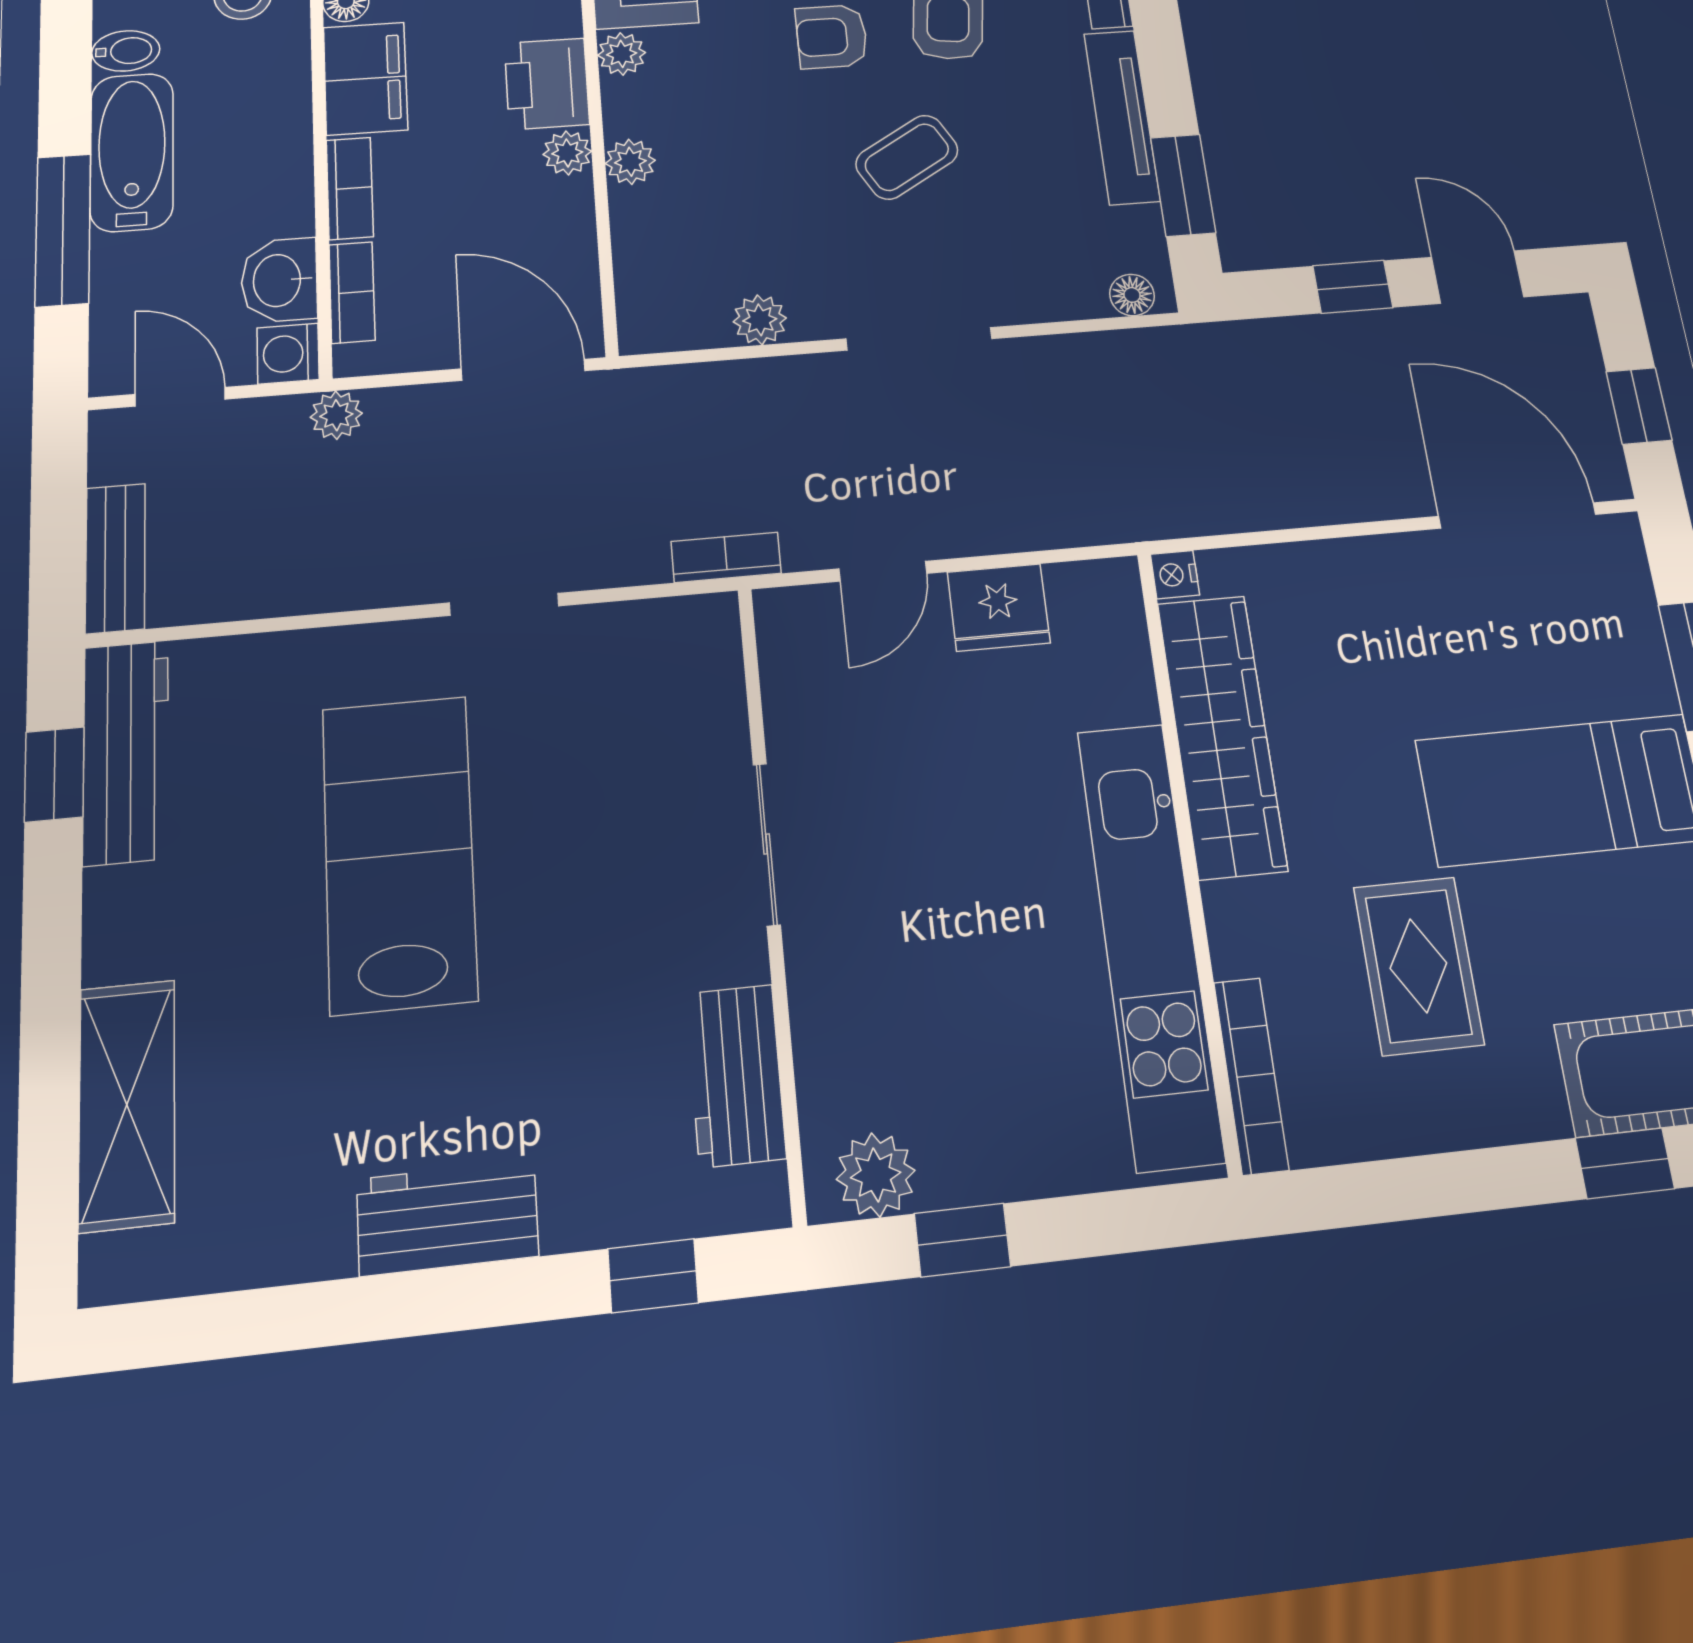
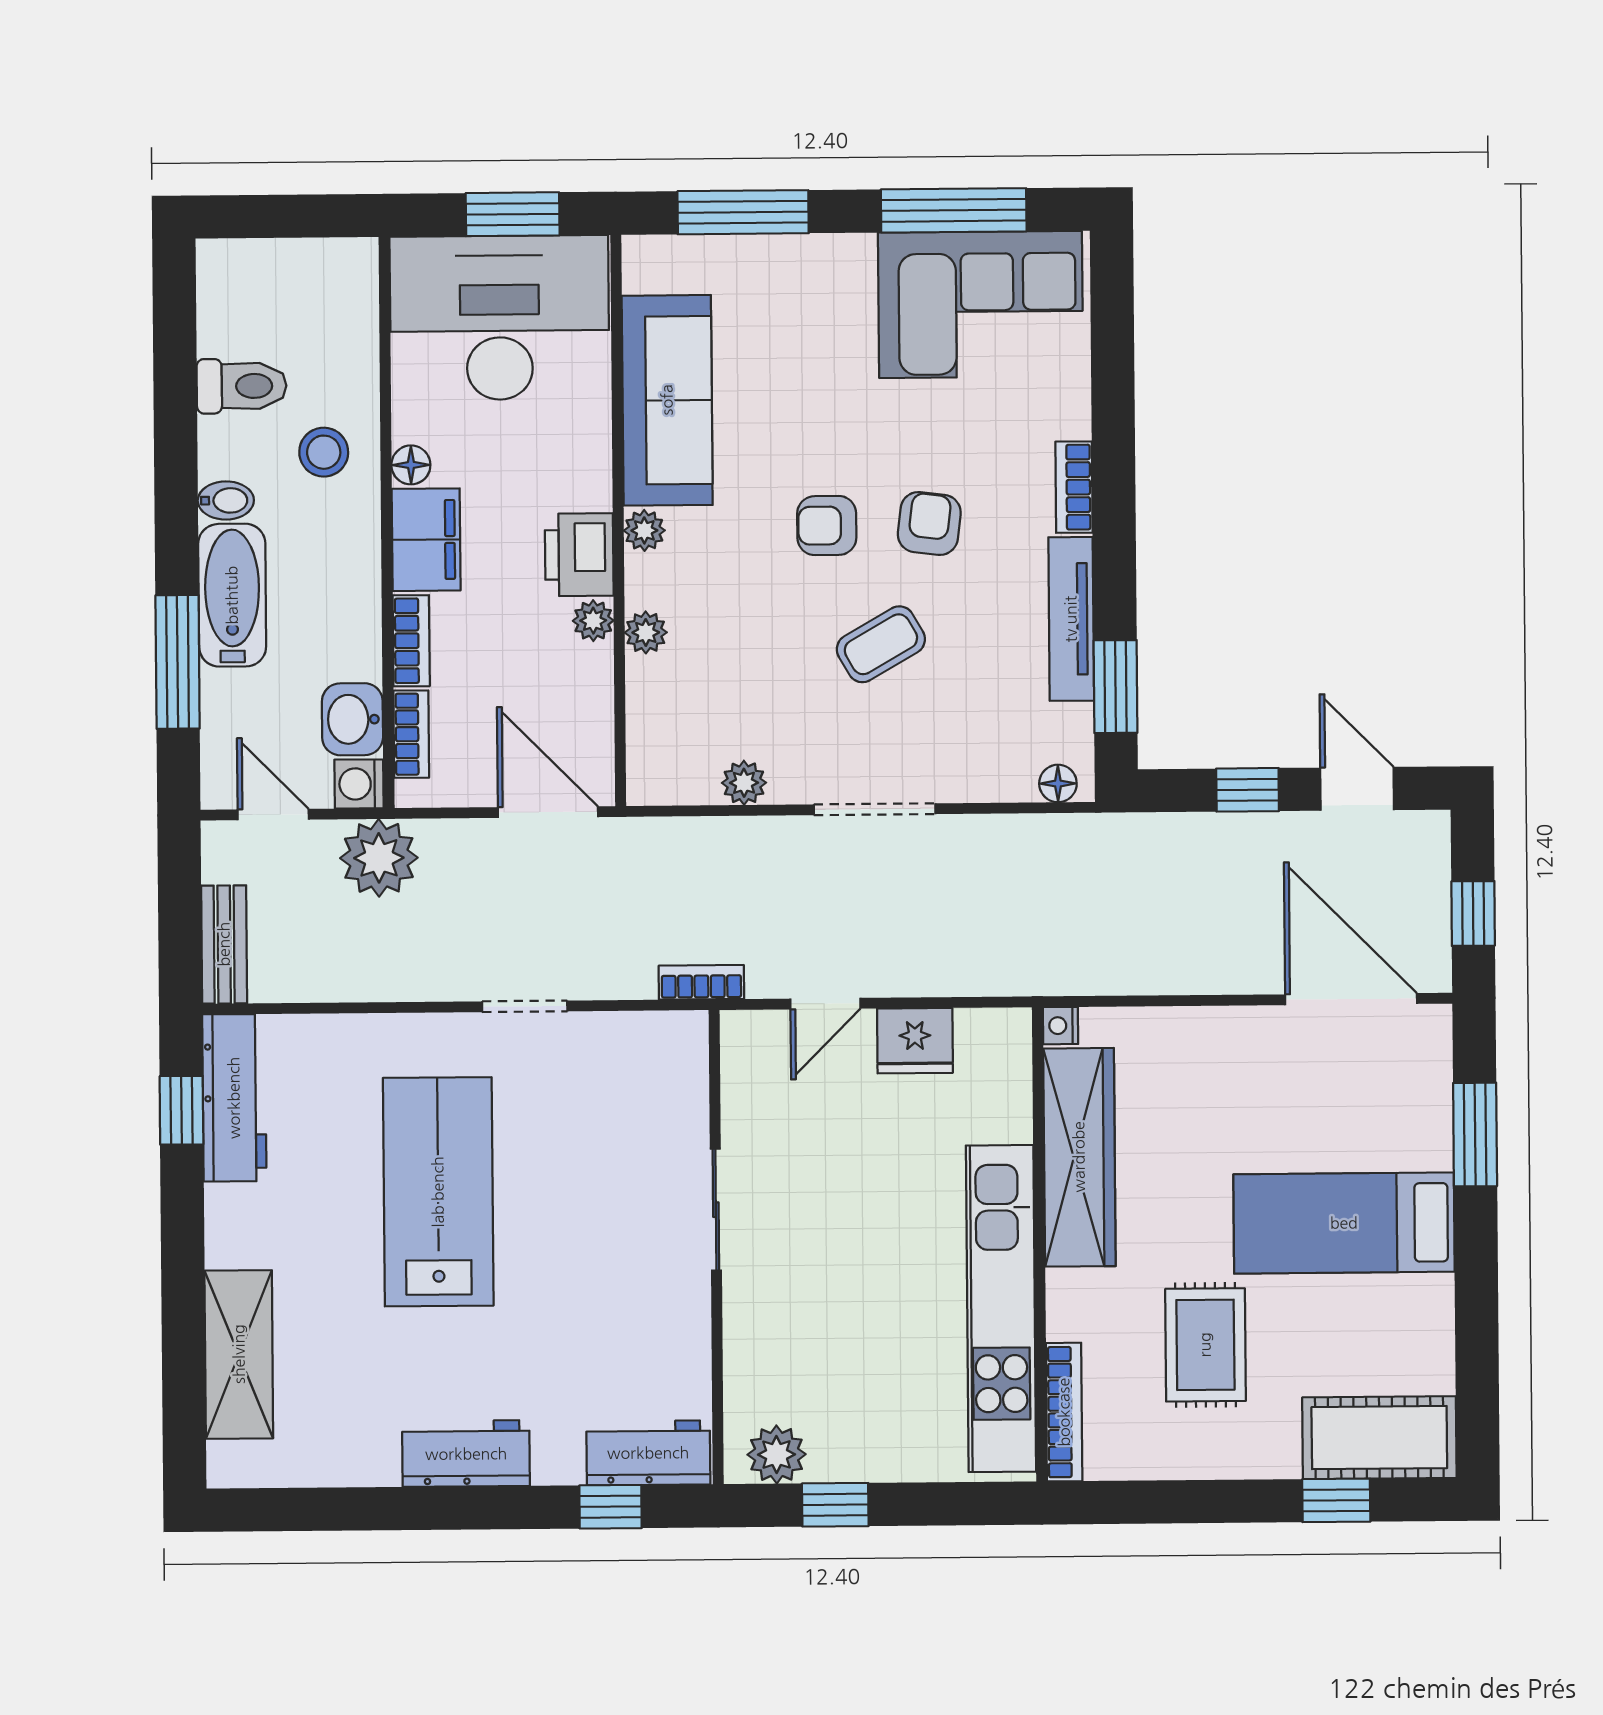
plant: (336, 415) -> (379, 858), width x1.88, depth x1.88
workbench: (736, 1075) -> (648, 1453), moved, turned 90

